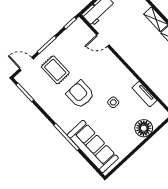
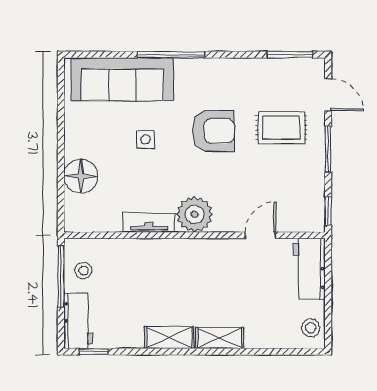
door: (26, 64) -> (328, 95), hinge flipped
plant: (118, 72) -> (195, 214), added
tv unit: (144, 94) -> (149, 223), moved
side table: (113, 102) -> (145, 139), moved

